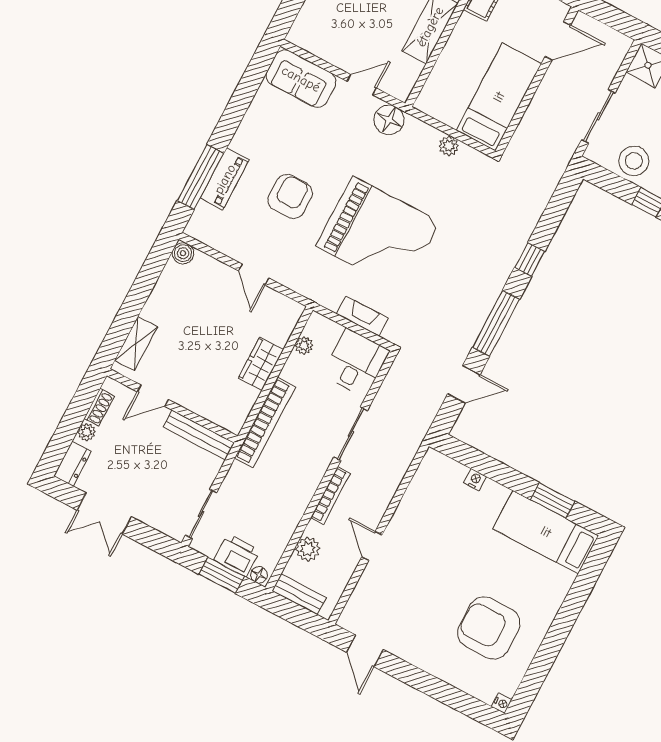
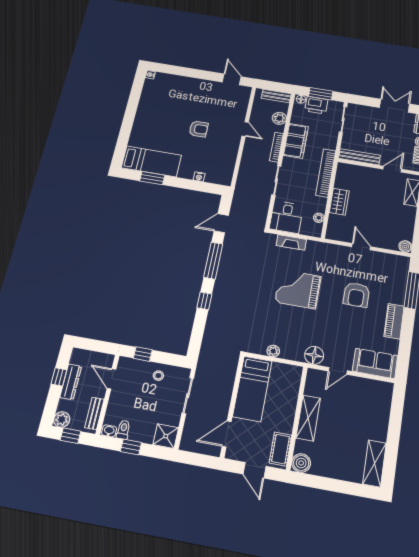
stool: (634, 161) -> (158, 376), width x0.53, depth x0.53
piano: (225, 179) -> (394, 321), moved
grand piano: (378, 234) -> (298, 289), width x0.73, depth x0.68
filing cabinet: (294, 497) -> (296, 141), added
armchair: (489, 628) -> (199, 129), moved, width x0.53, depth x0.53

